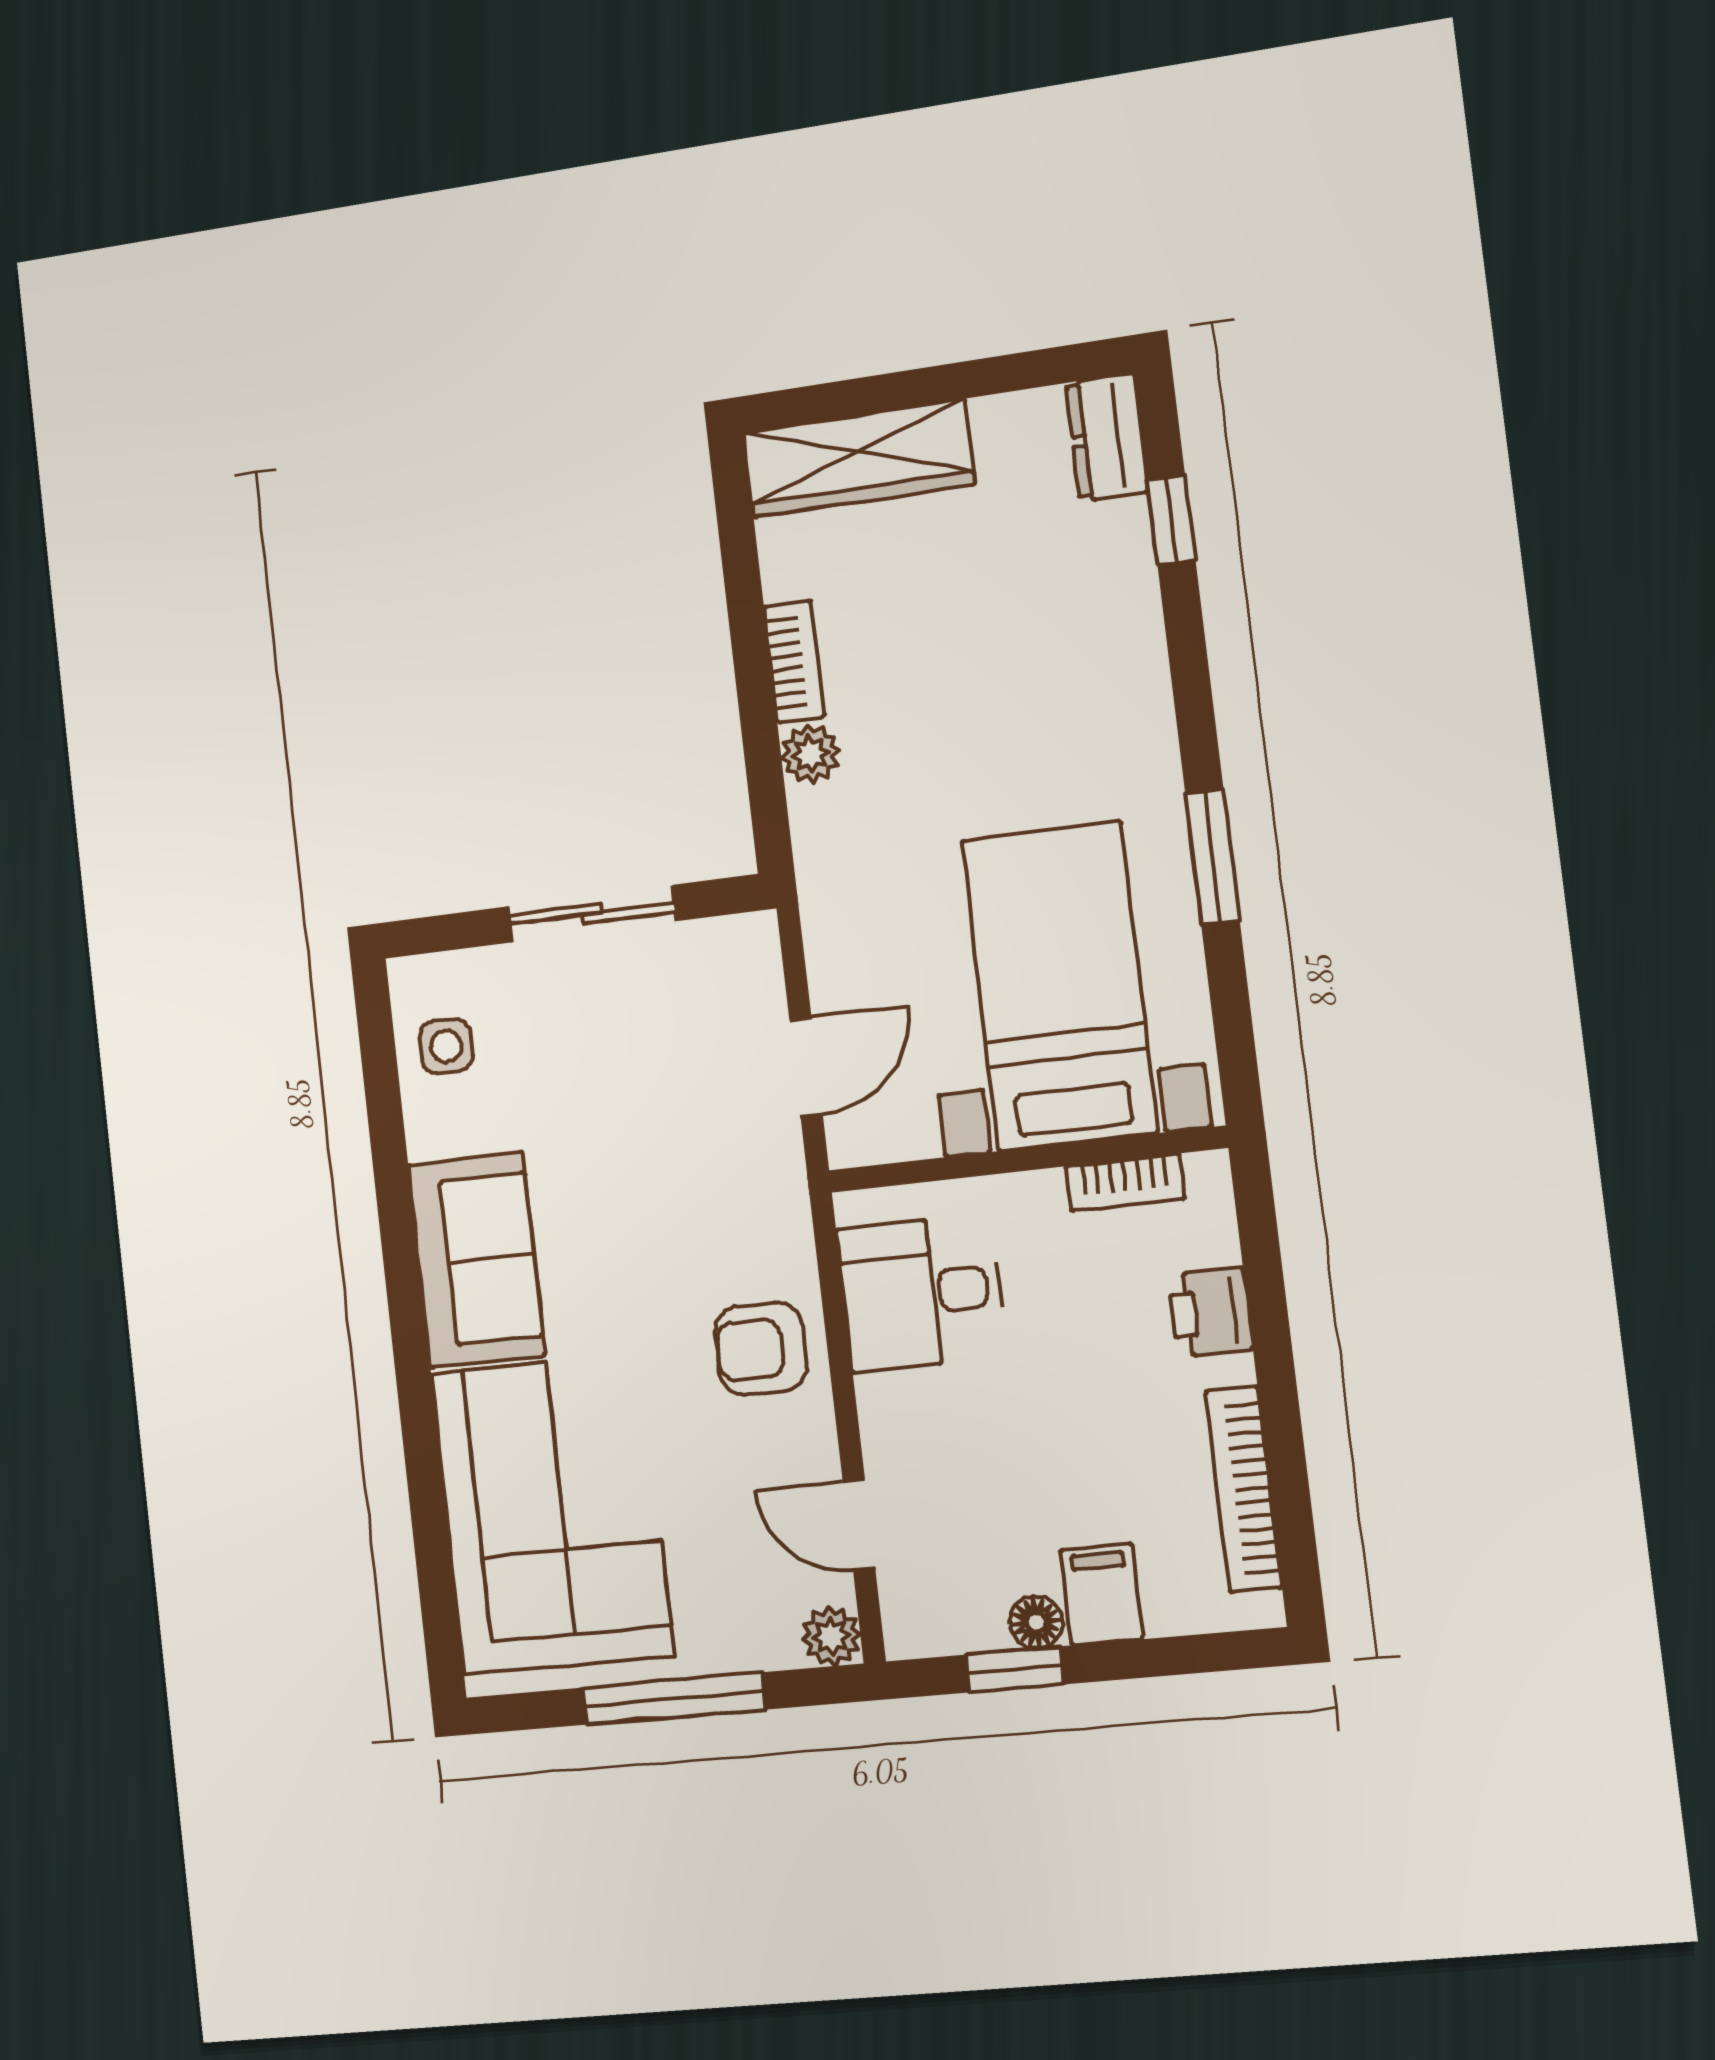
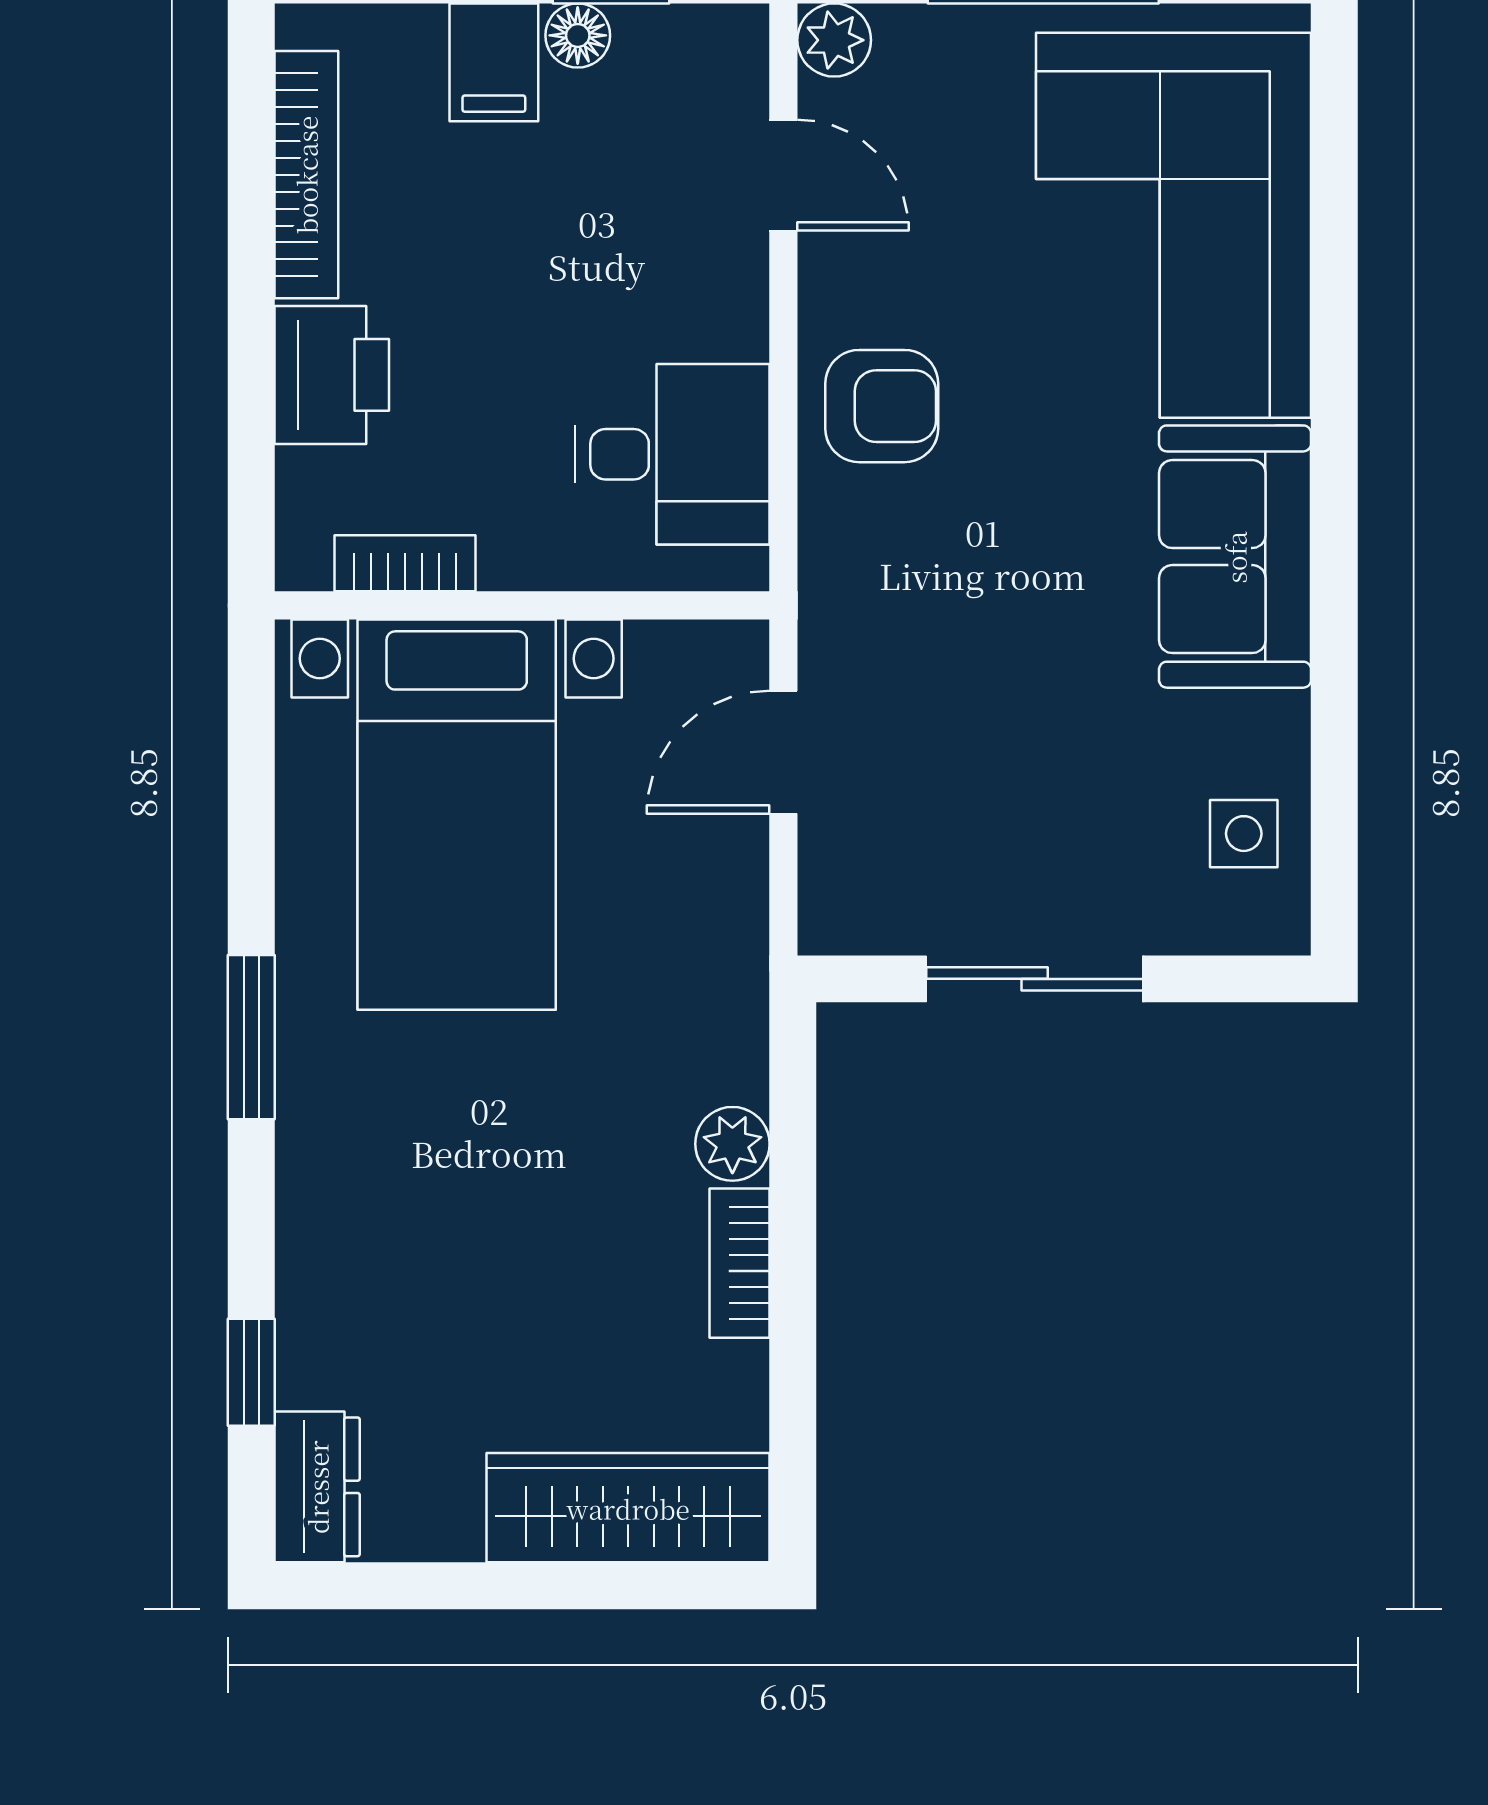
window: (1212, 857) -> (251, 1037), moved
printer: (1210, 1312) -> (332, 375), width x1.36, depth x1.24

